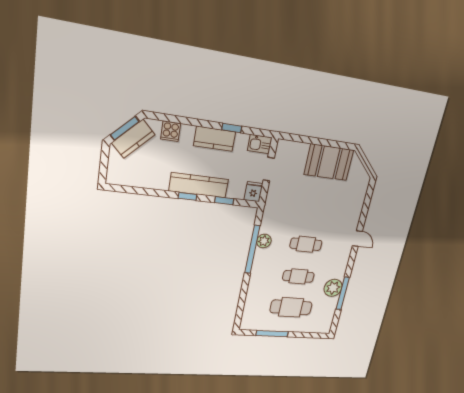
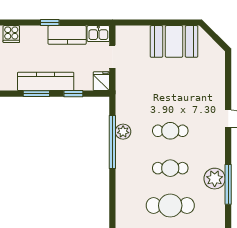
window: (232, 128) -> (50, 23), moved
kitchen counter: (215, 139) -> (67, 35), moved
window: (187, 196) -> (36, 94), width x1.50

